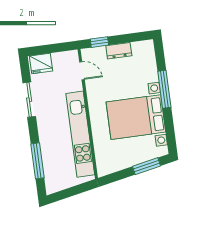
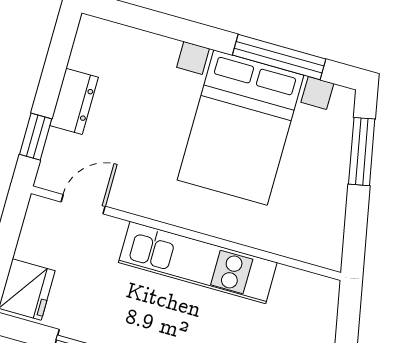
window: (164, 89) -> (279, 57), moved
kitchen unit: (80, 134) -> (198, 262), width x0.73

